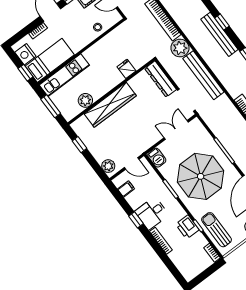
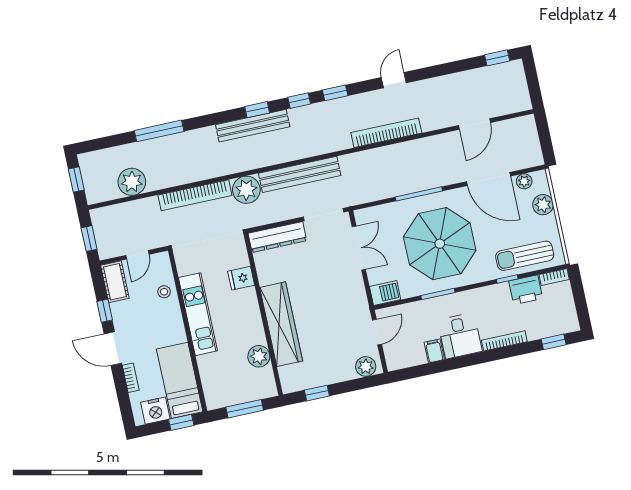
window: (222, 22) -> (257, 110), moved
kitchen unit: (64, 75) -> (198, 314), moved
double door: (176, 130) -> (359, 248), swing flipped
filing cabinet: (126, 189) -> (434, 351), moved
window: (136, 220) -> (554, 342), moved
printer: (187, 227) -> (526, 290), moved

